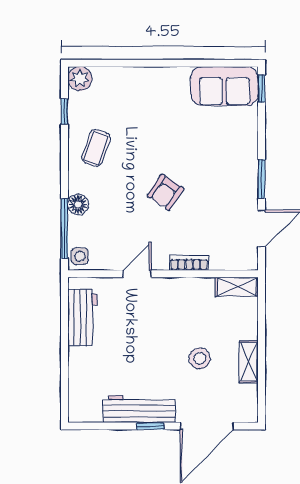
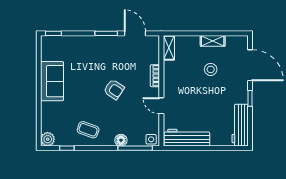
sofa: (224, 86) -> (52, 81), moved
workbench: (82, 318) -> (187, 138), width x1.38
workbench: (139, 409) -> (240, 125), moved

